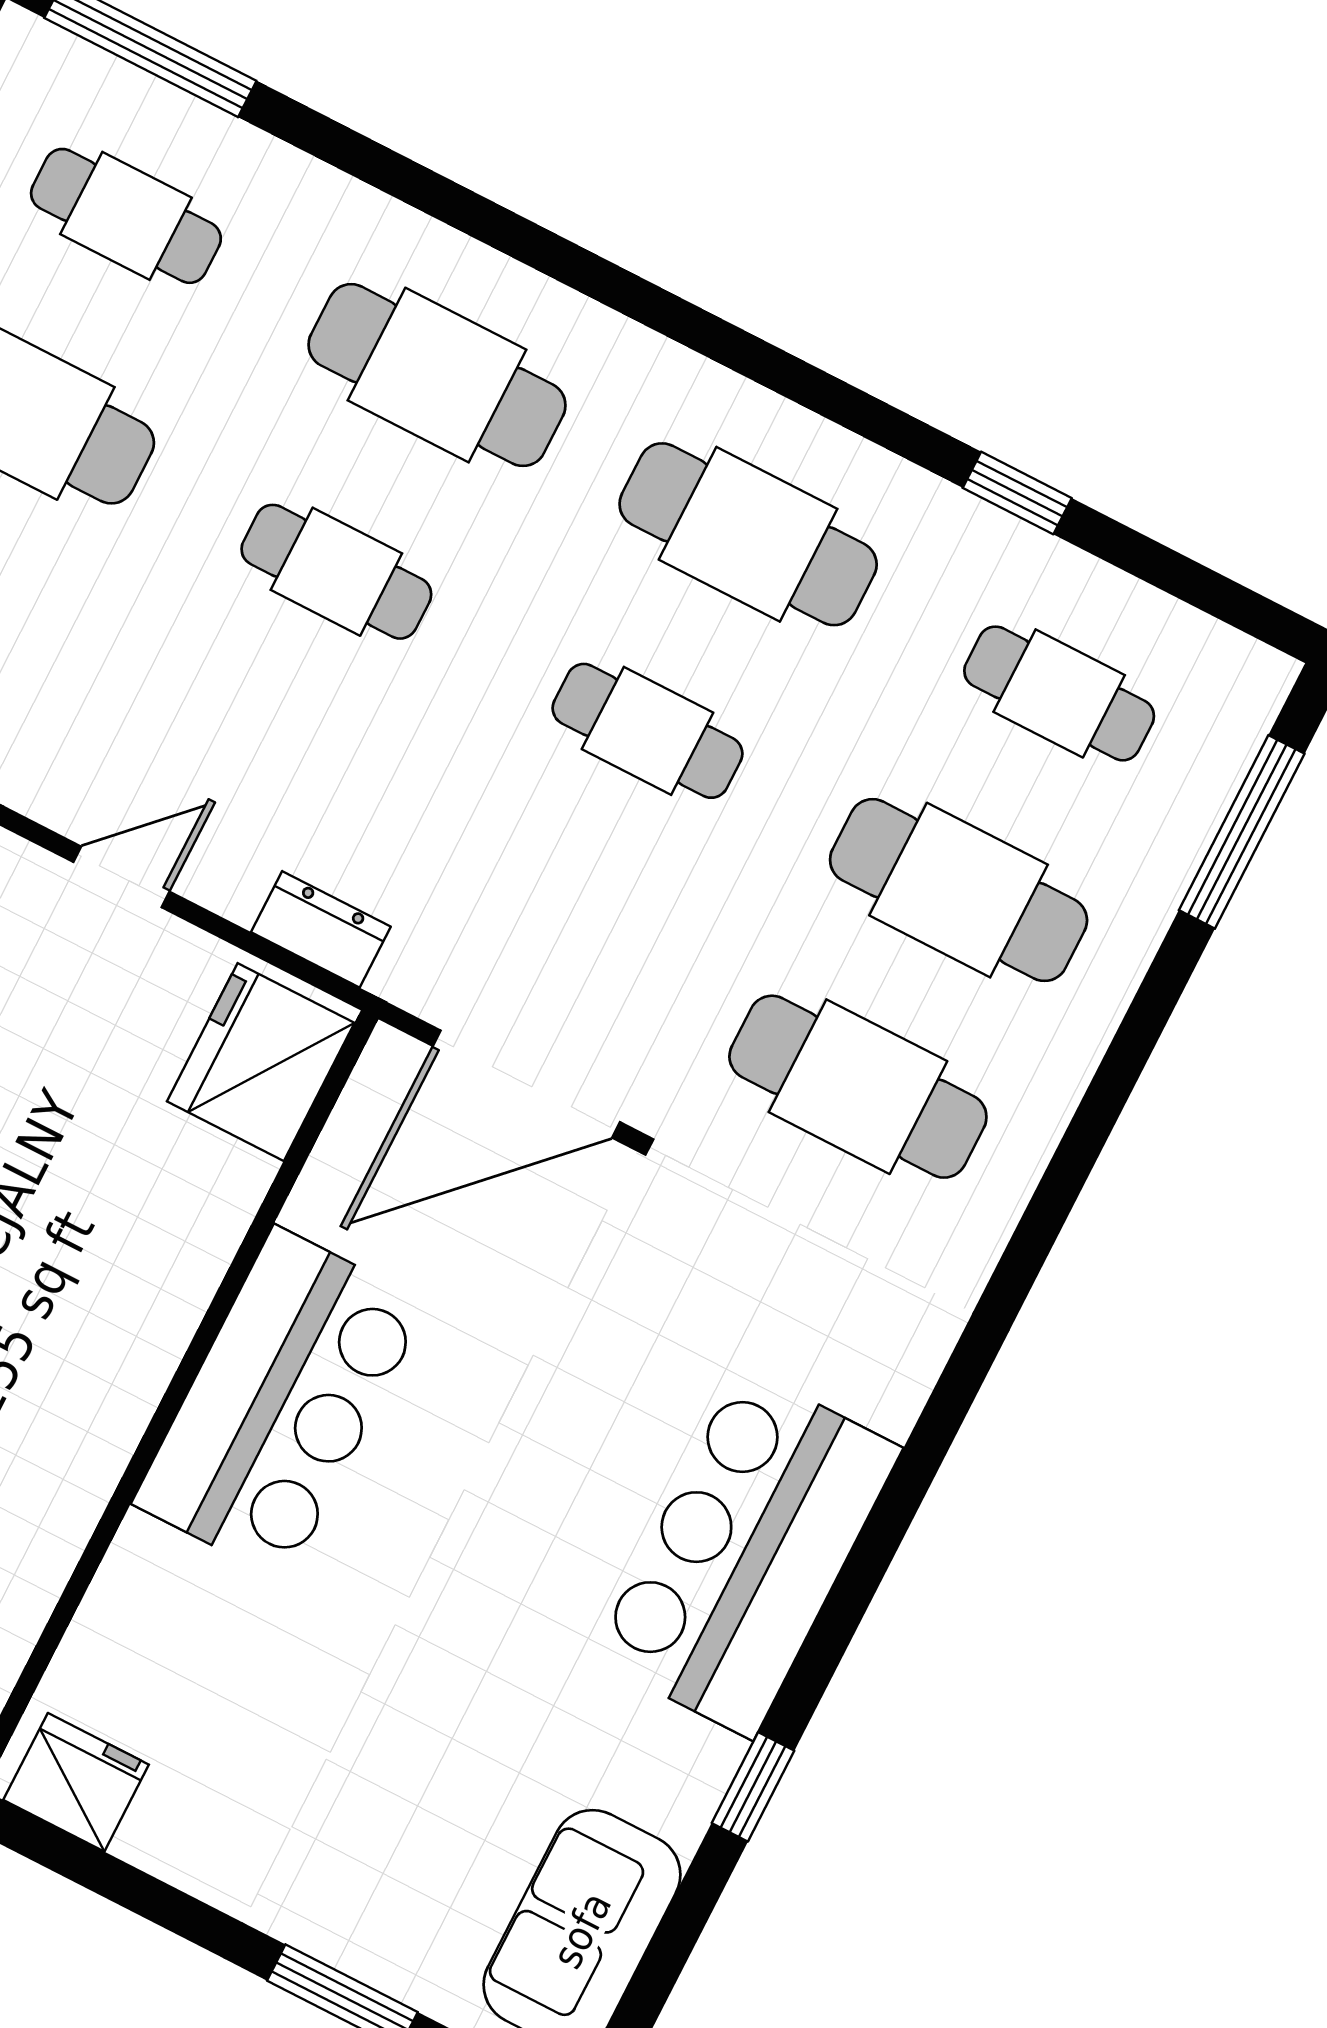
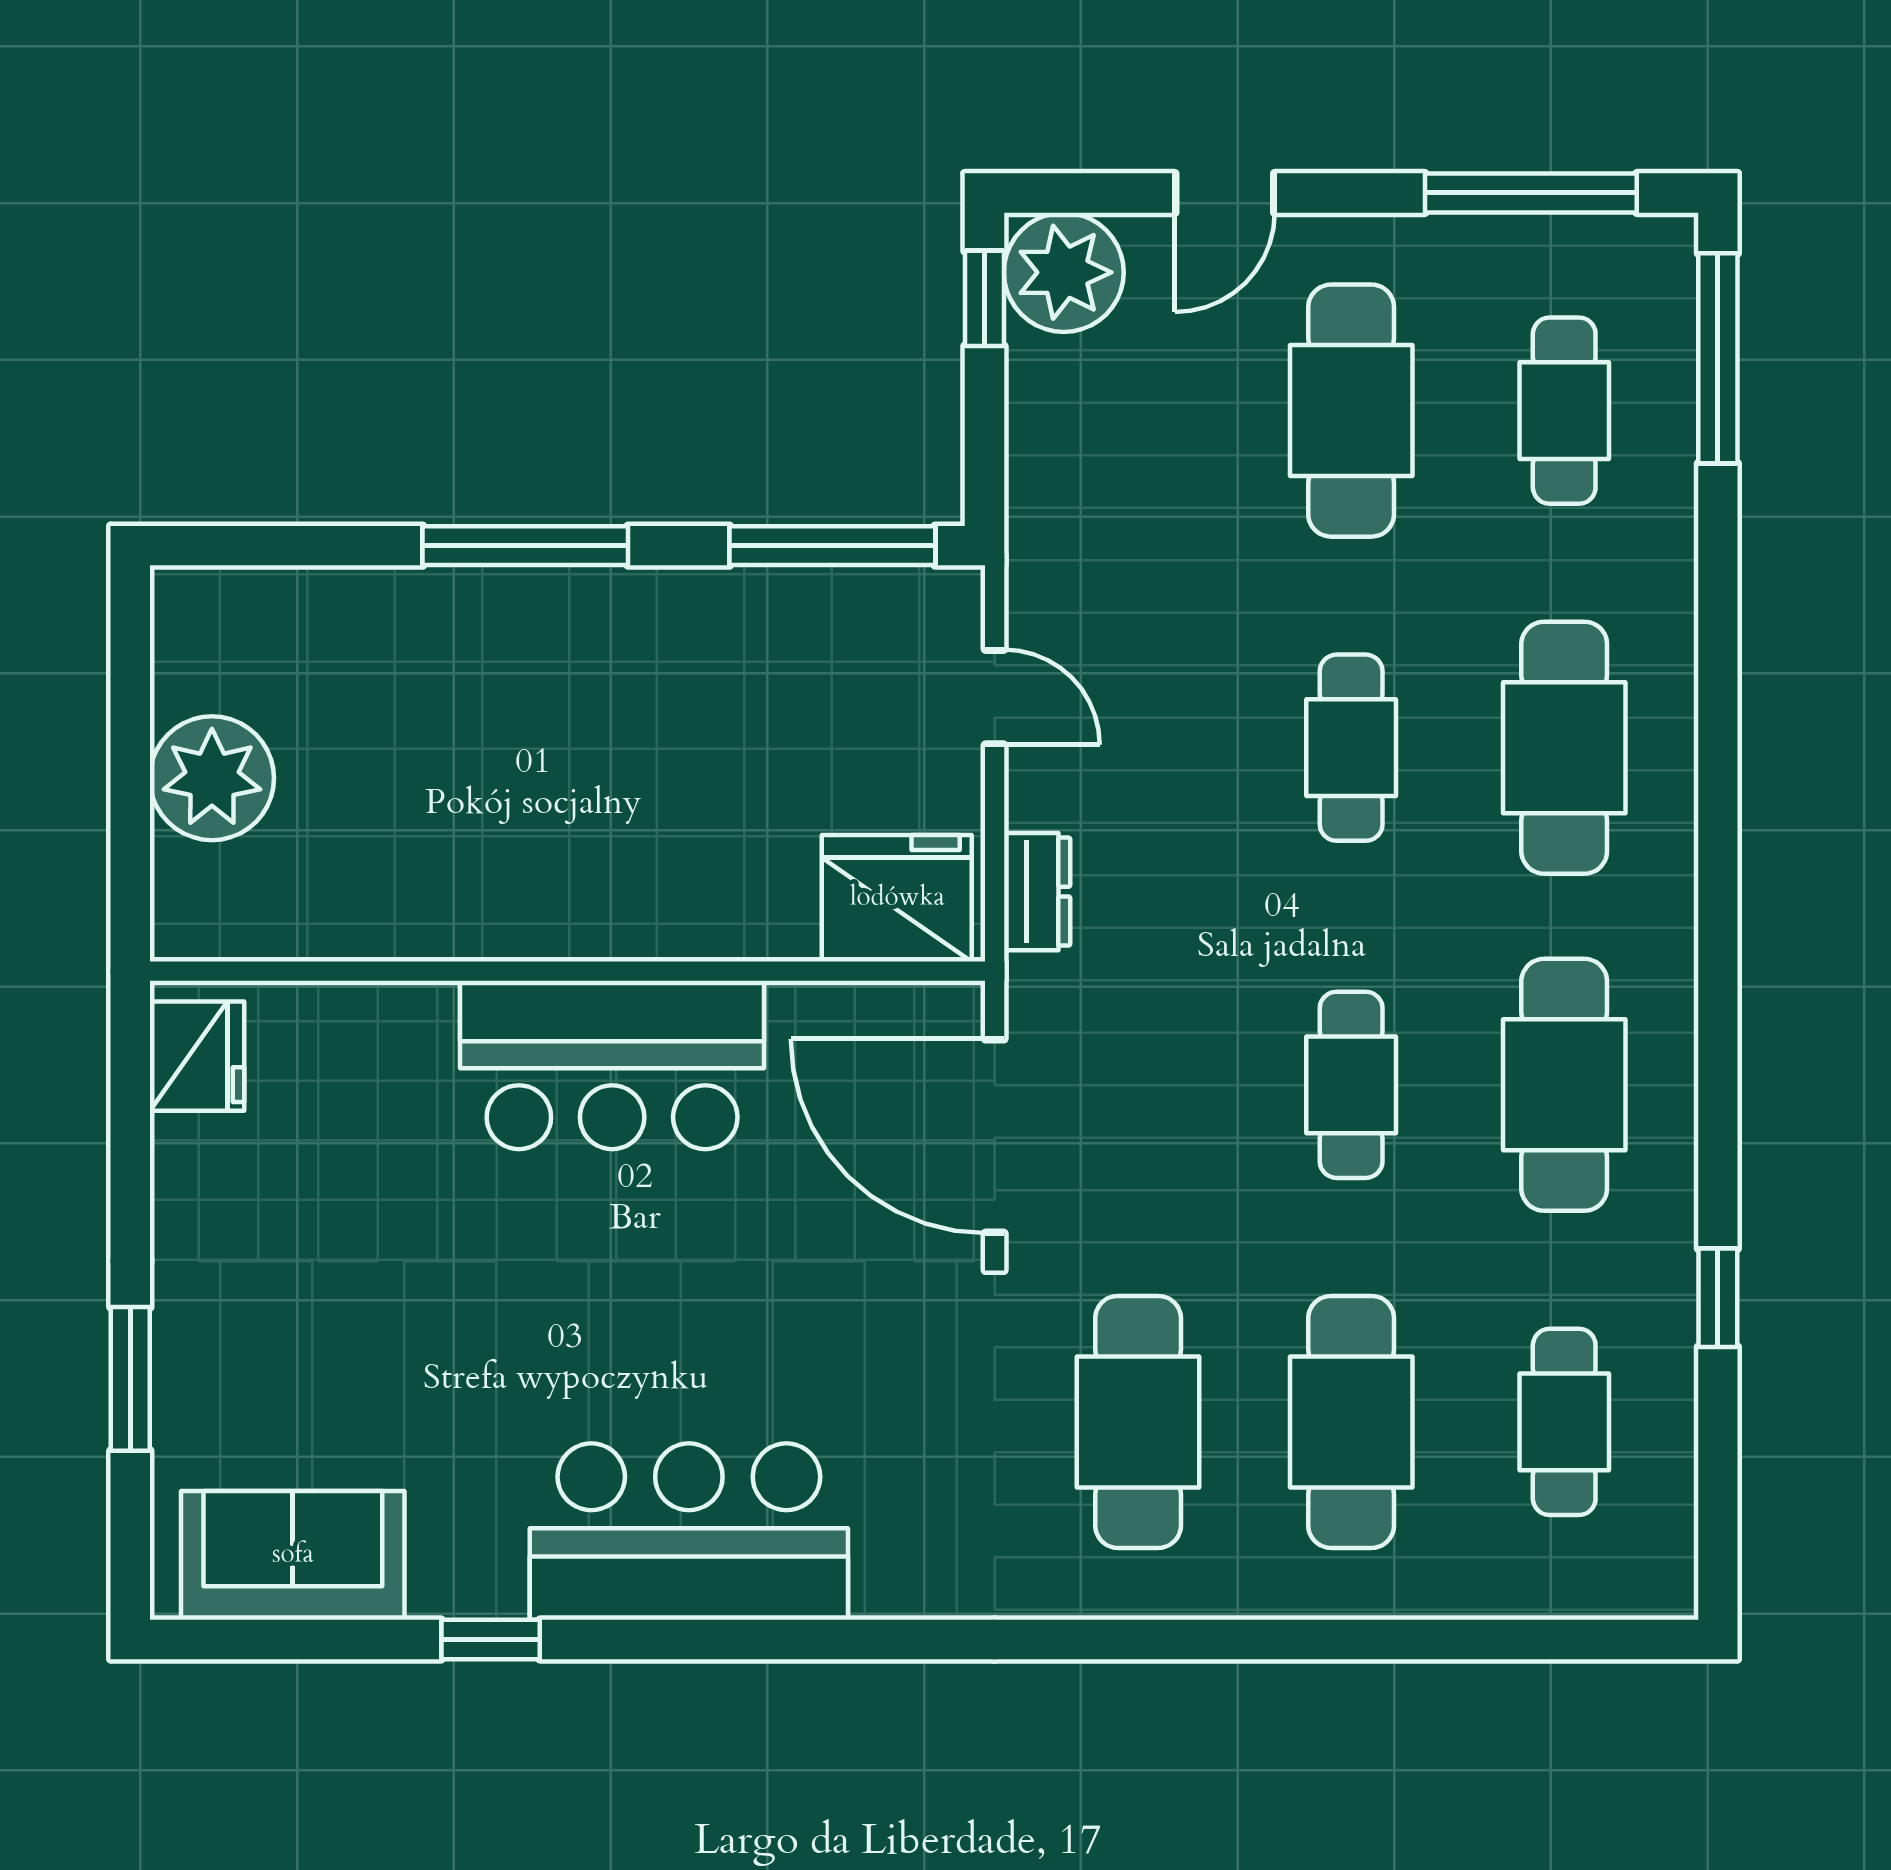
window: (1242, 832) -> (1526, 1640), removed

